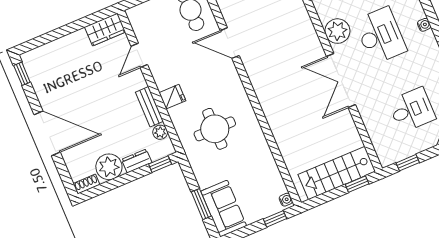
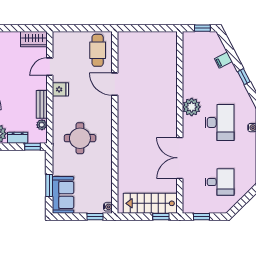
double door: (341, 80) -> (180, 158), moved
fridge: (172, 97) -> (60, 89), moved

